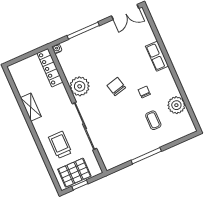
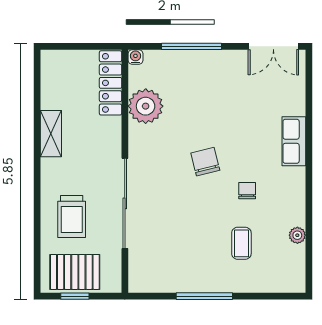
plant: (80, 86) -> (146, 106), moved
plant: (176, 105) -> (297, 235), width x0.53, depth x0.53
trolley: (60, 145) -> (72, 216), turned 180

